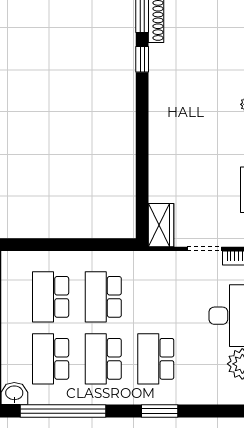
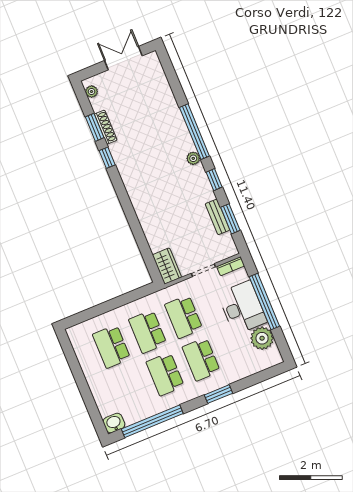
school desk: (51, 359) -> (184, 317), moved

